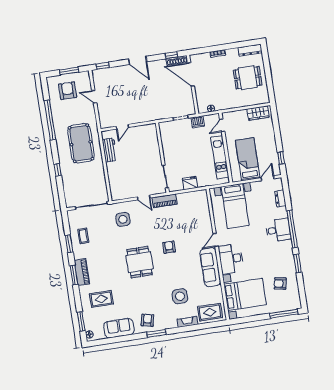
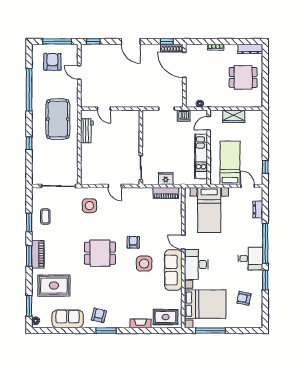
window: (69, 71) -> (57, 41), width x1.44
wardrobe: (258, 113) -> (234, 116), moved
door: (122, 127) -> (104, 109), hinge flipped
door: (268, 178) -> (248, 186), hinge flipped
piano: (165, 201) -> (166, 193), moved
desk: (278, 230) -> (250, 259), moved
door: (216, 240) -> (183, 242), hinge flipped
dining table: (140, 262) -> (100, 253), turned 90
side table: (180, 296) -> (144, 264), moved
rug: (101, 299) -> (54, 286), width x1.36, depth x1.43
window: (284, 314) -> (211, 331), moved

